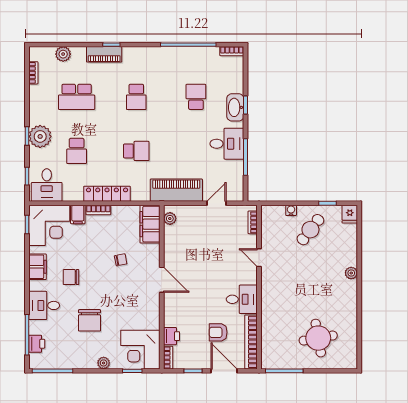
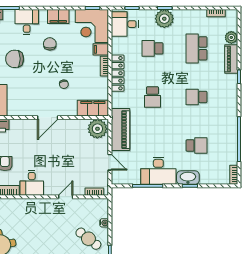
piano: (104, 54) -> (231, 59), moved
desk: (227, 144) -> (158, 171), width x1.37
plant: (170, 219) -> (97, 129), width x1.87, depth x1.87

